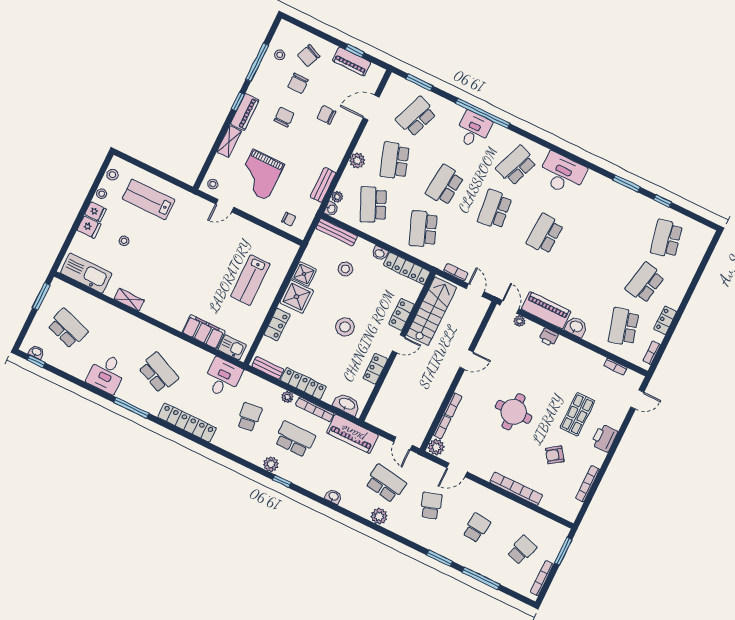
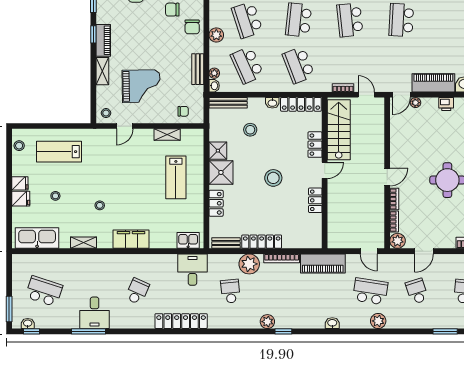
chair: (284, 117) -> (192, 27), moved, turned 180
grand piano: (260, 175) -> (141, 86), turned -91
stool: (102, 194) -> (100, 205), moved
shelving: (262, 234) -> (167, 135), added
window: (41, 296) -> (9, 309), moved
door: (509, 307) -> (402, 95), swing flipped
filing cabinet: (204, 332) -> (131, 239), moved
door: (466, 360) -> (387, 177), moved
school desk: (158, 373) -> (137, 291), width x0.54
plant: (287, 397) -> (249, 264), width x1.87, depth x1.87
washbasin: (347, 404) -> (306, 241), removed
window: (131, 408) -> (88, 331), moved
school desk: (295, 439) -> (277, 291), removed

